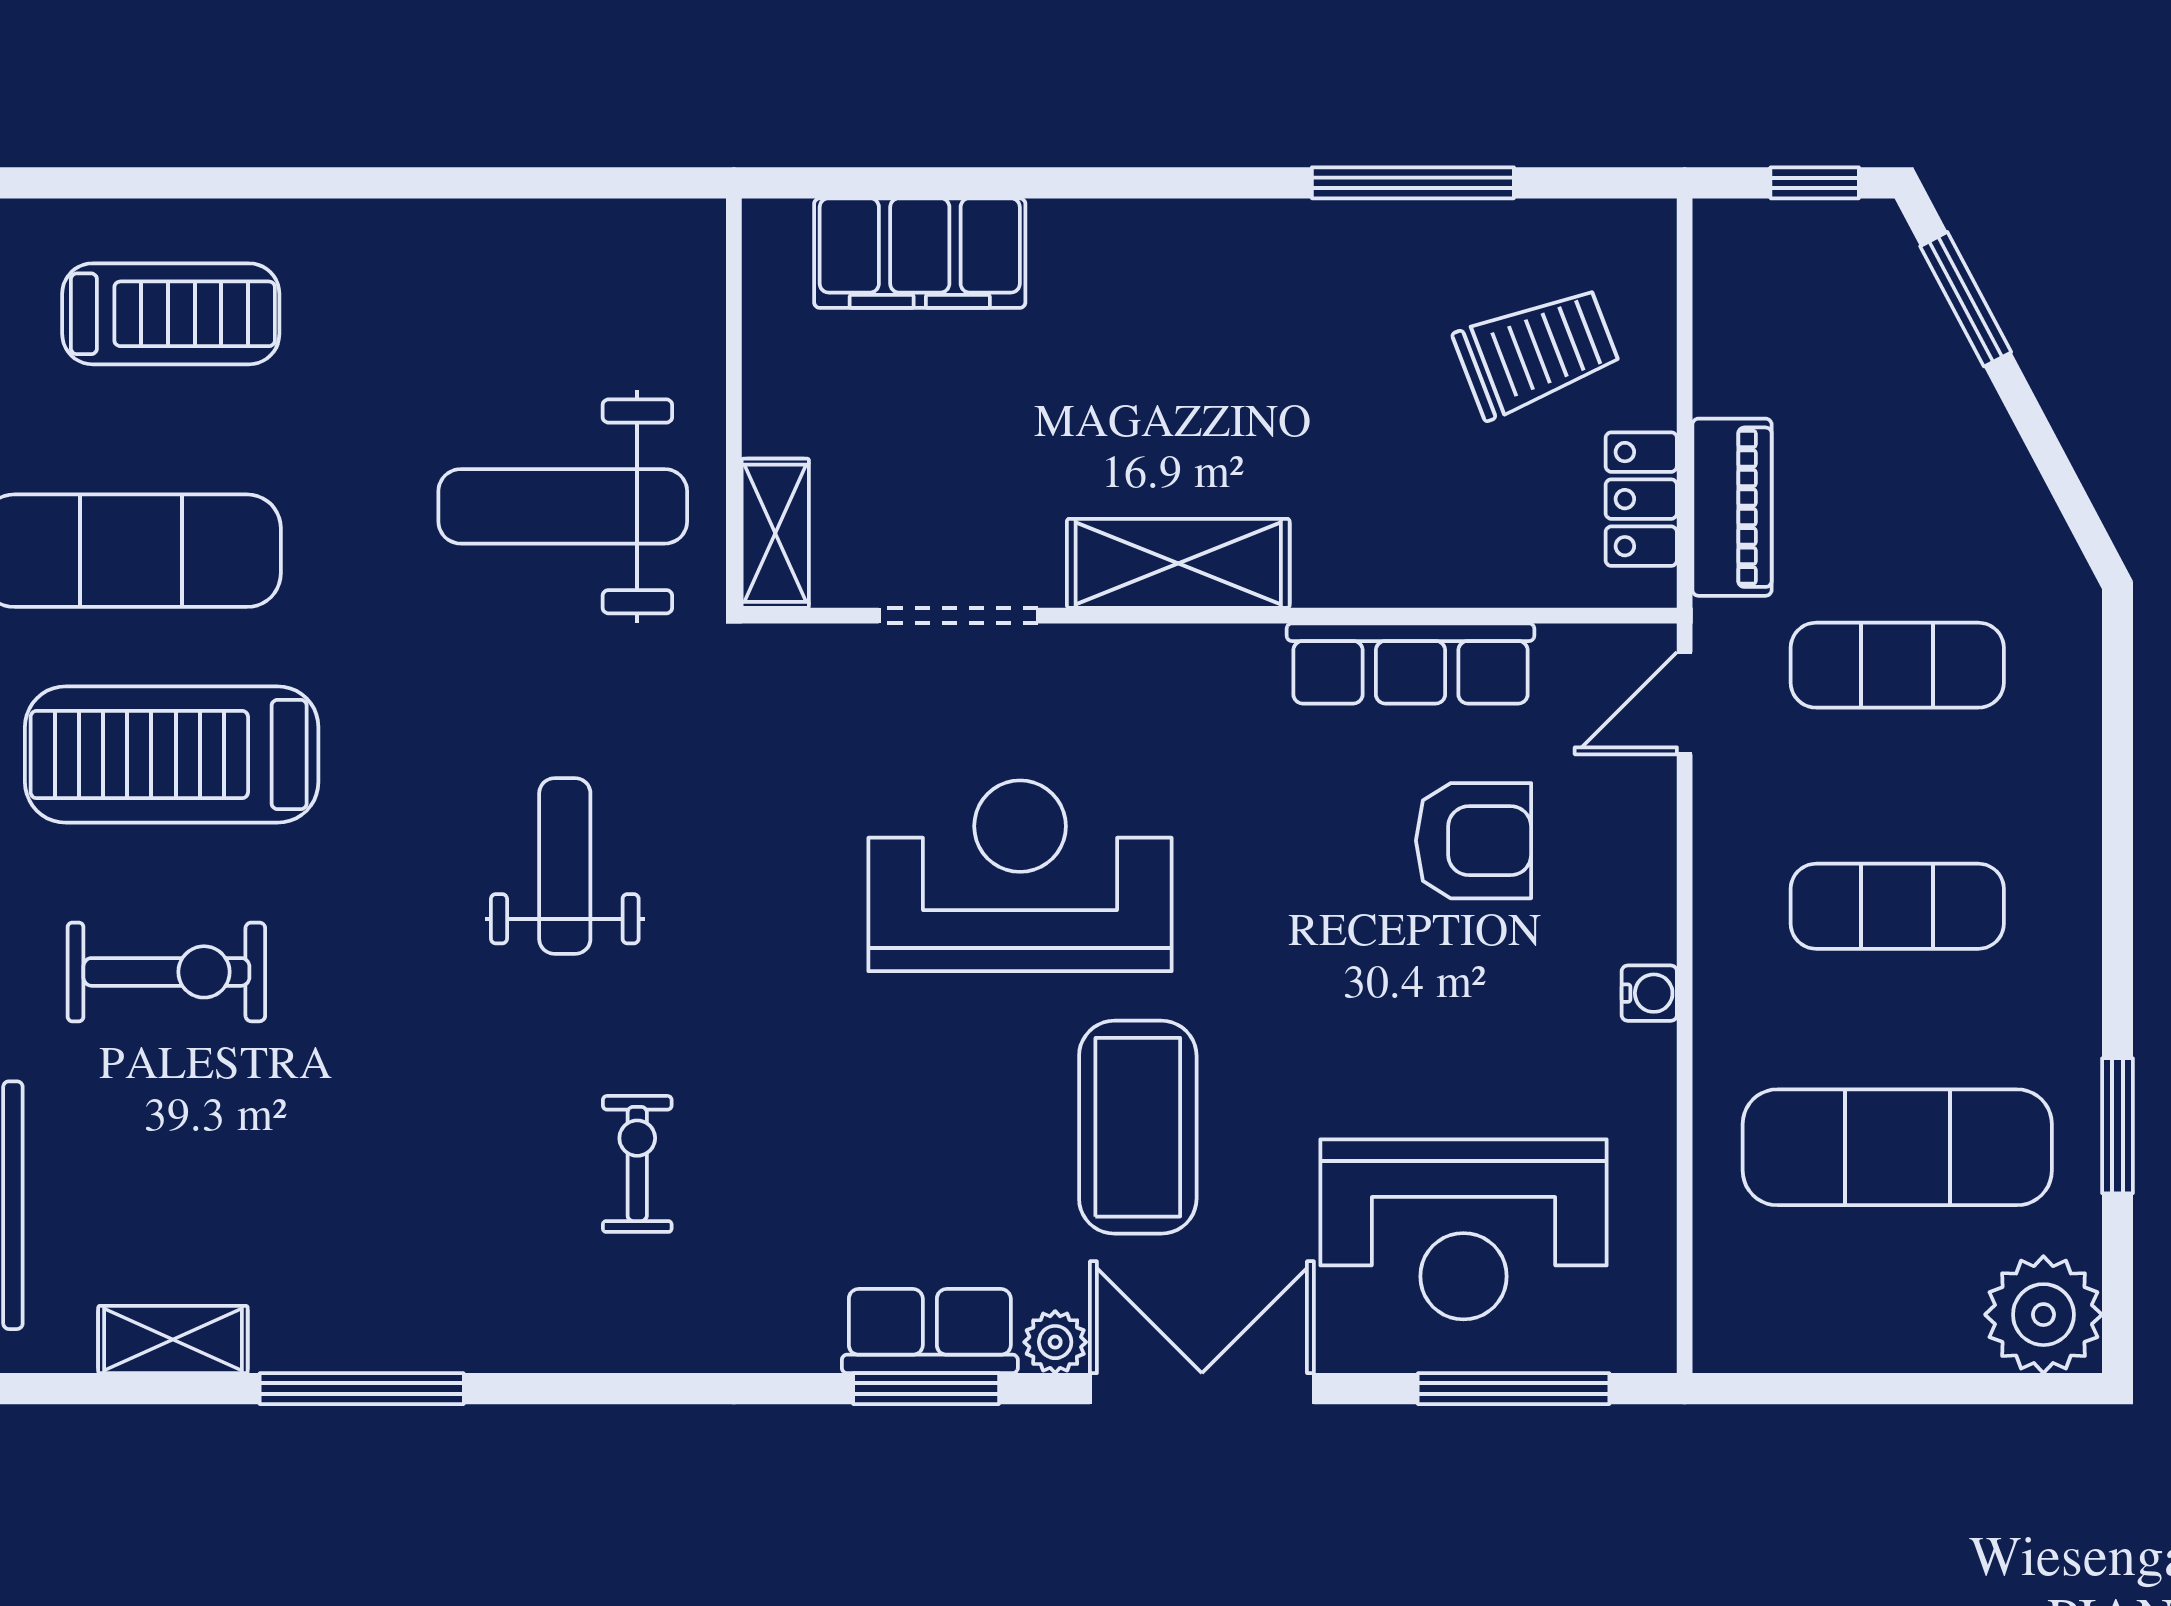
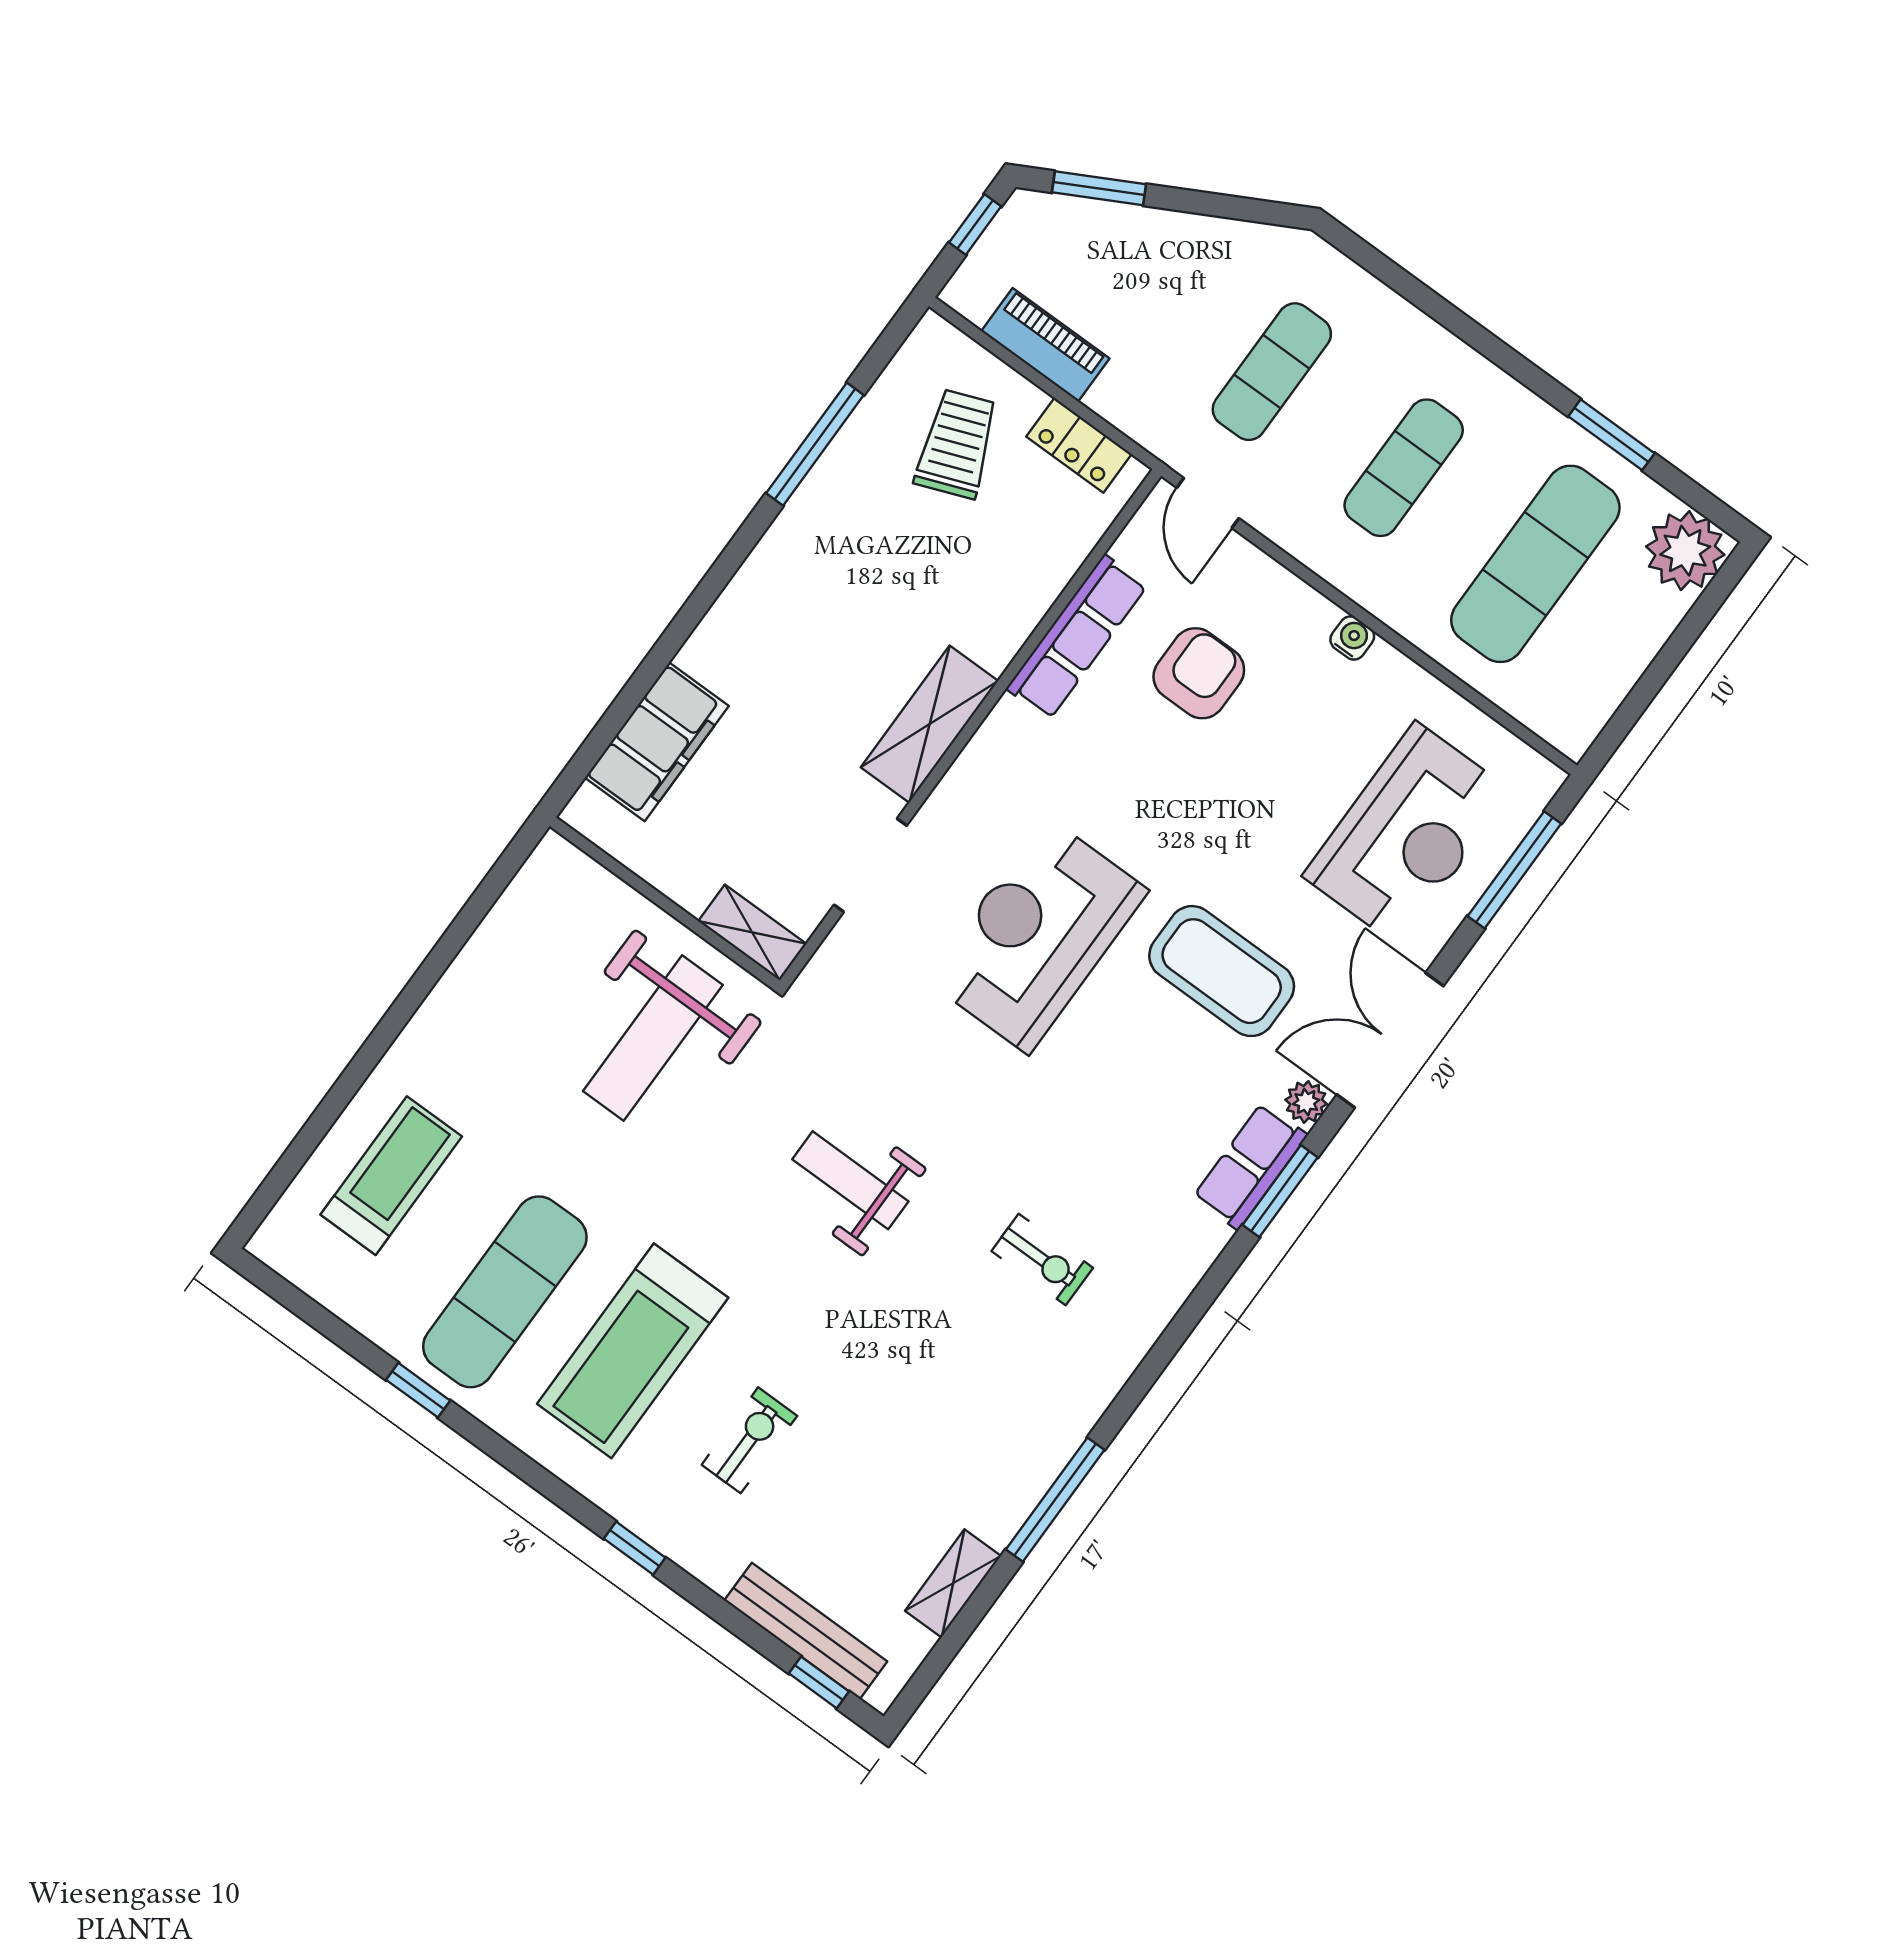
piano: (1732, 507) -> (1045, 345), moved
exercise bike: (166, 972) -> (749, 1440), width x0.73, depth x0.72
exercise bike: (637, 1164) -> (1042, 1259), turned 180

